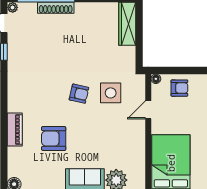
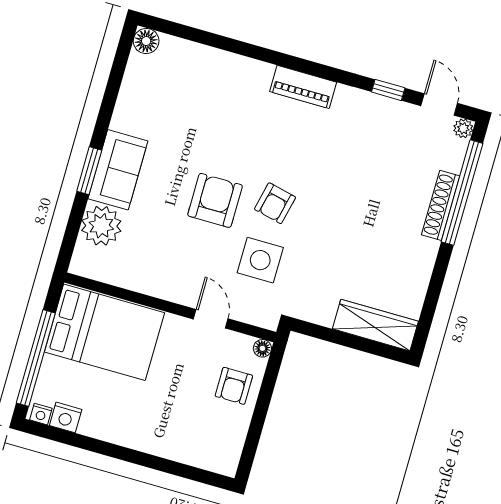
piano: (15, 130) -> (303, 87), moved
armchair: (54, 138) -> (215, 200), moved

